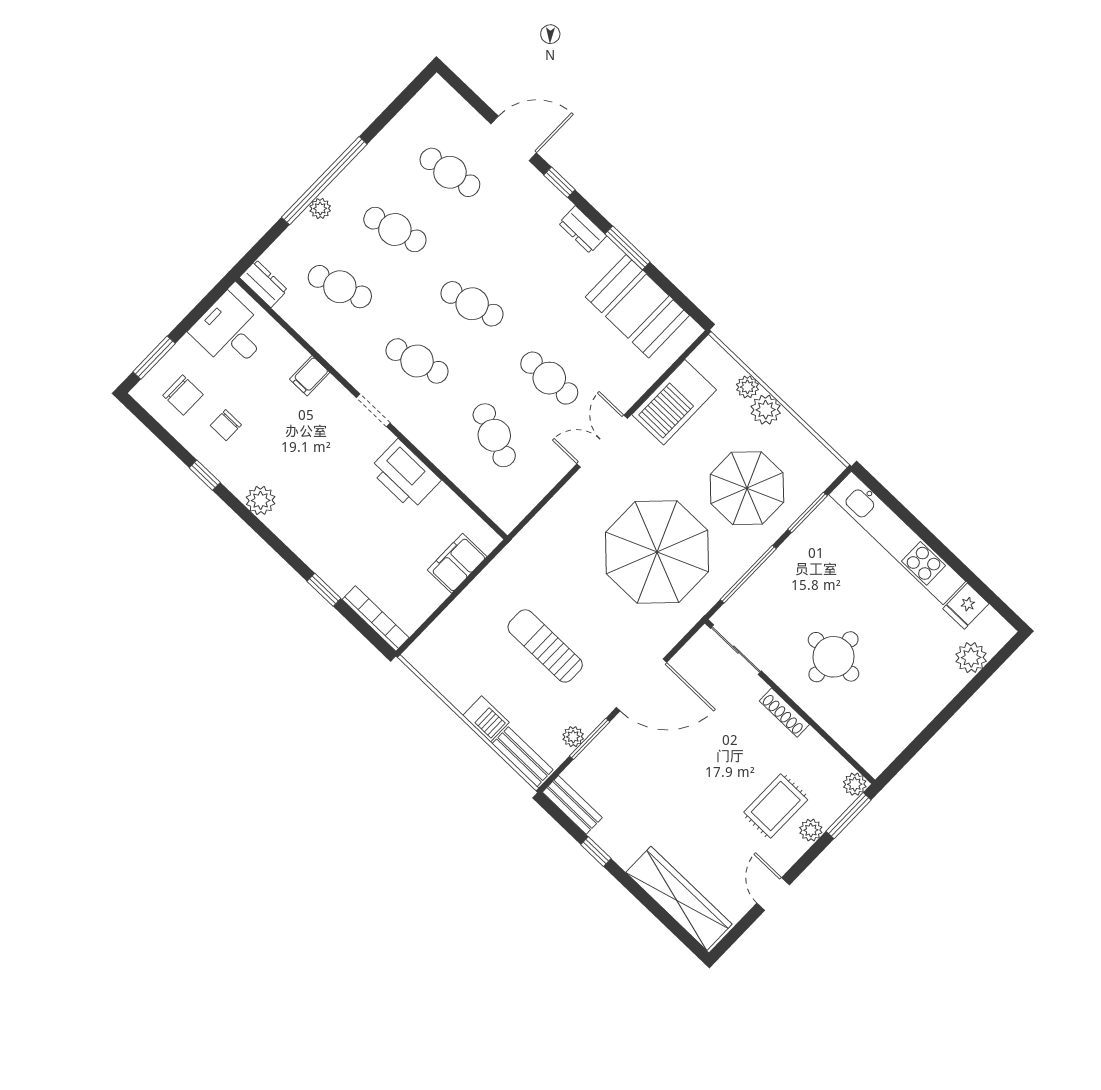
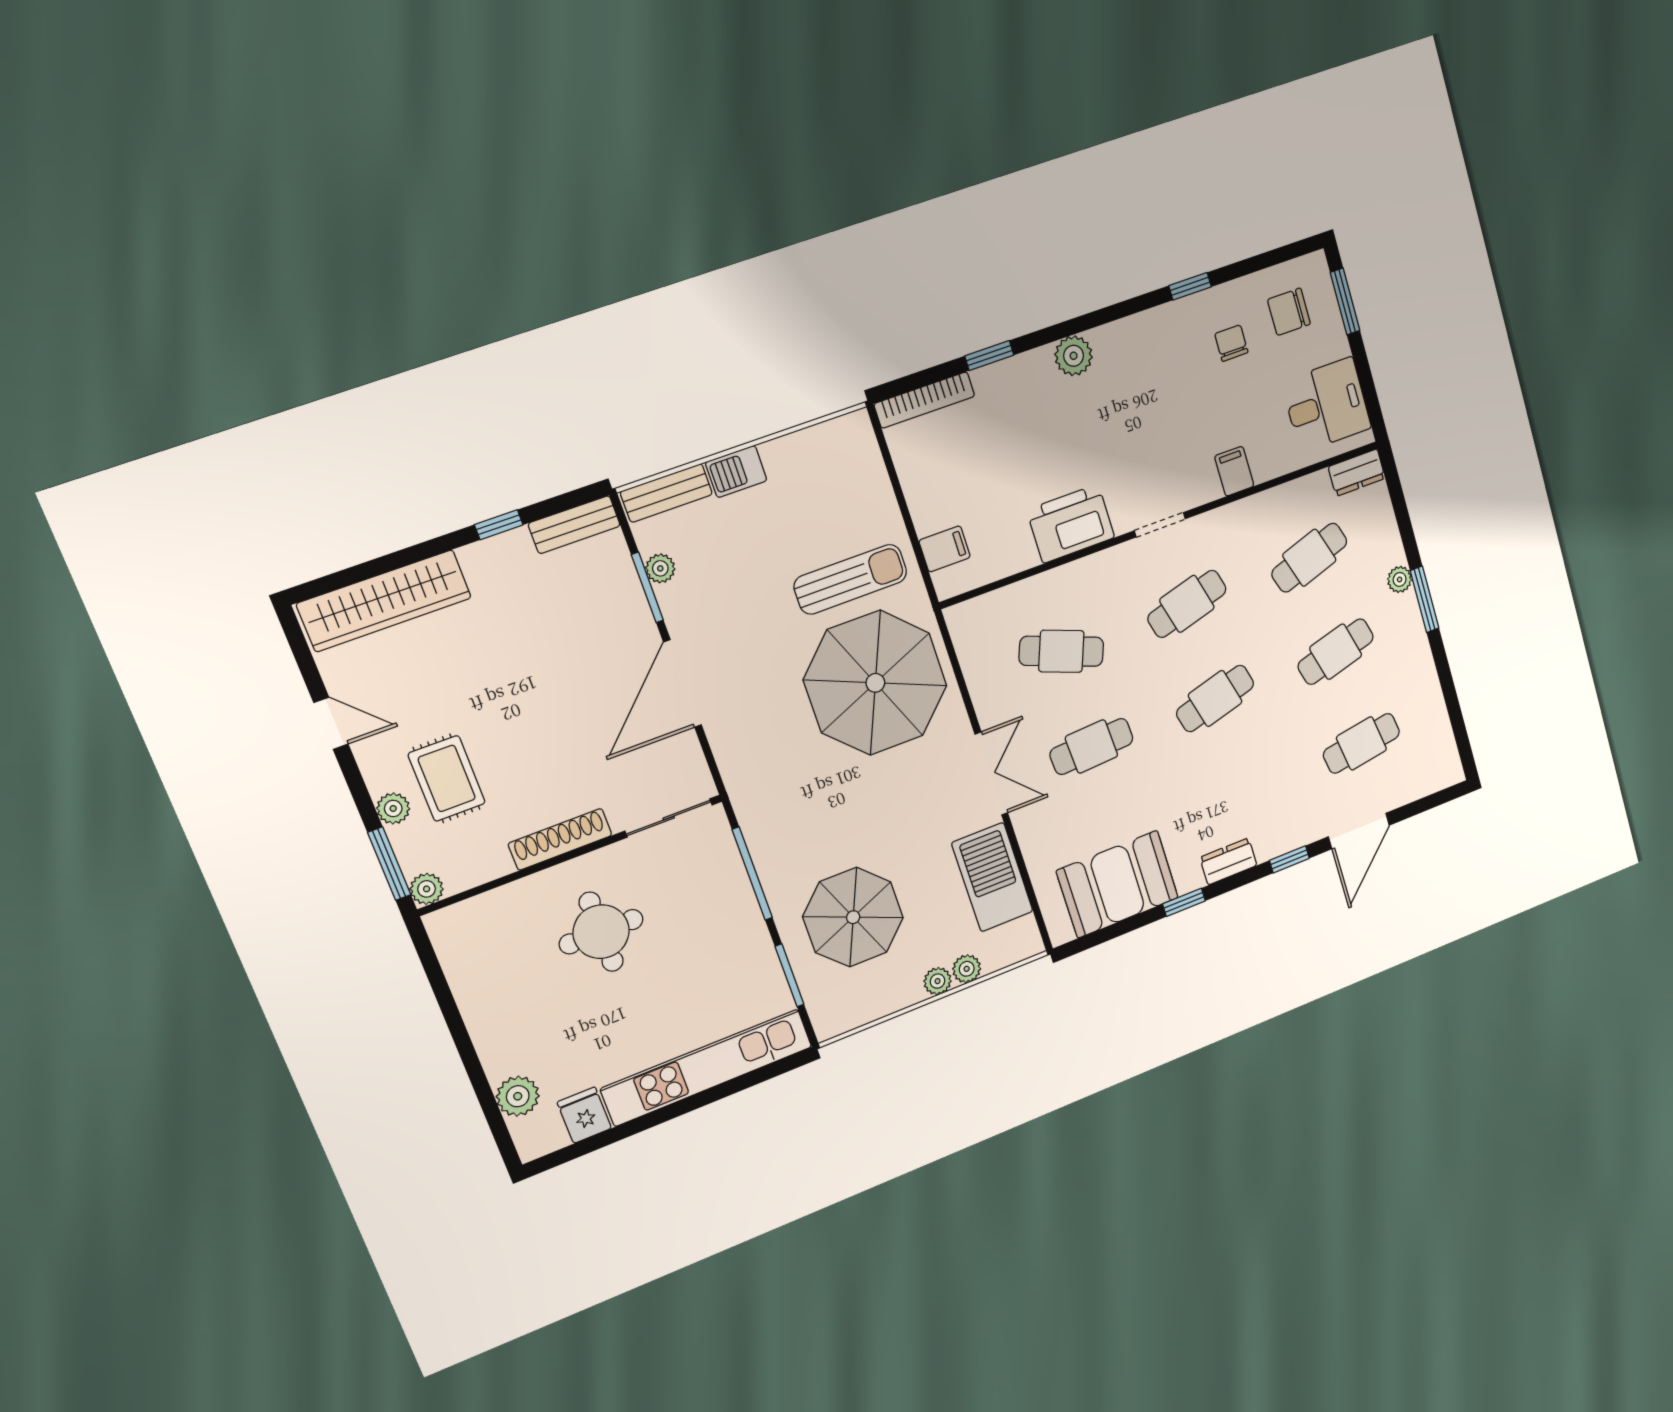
window: (324, 181) -> (1425, 599), width x0.47
window: (628, 248) -> (1184, 902), width x0.67
plant: (766, 410) -> (938, 981), width x0.73, depth x0.73
plant: (261, 500) -> (1074, 356), moved
parasol: (657, 552) -> (875, 683), moved
filing cabinet: (457, 563) -> (945, 549), width x0.50
sun lounger: (545, 646) -> (850, 579), moved
shoe rack: (784, 713) -> (560, 839), width x1.36, depth x1.24

